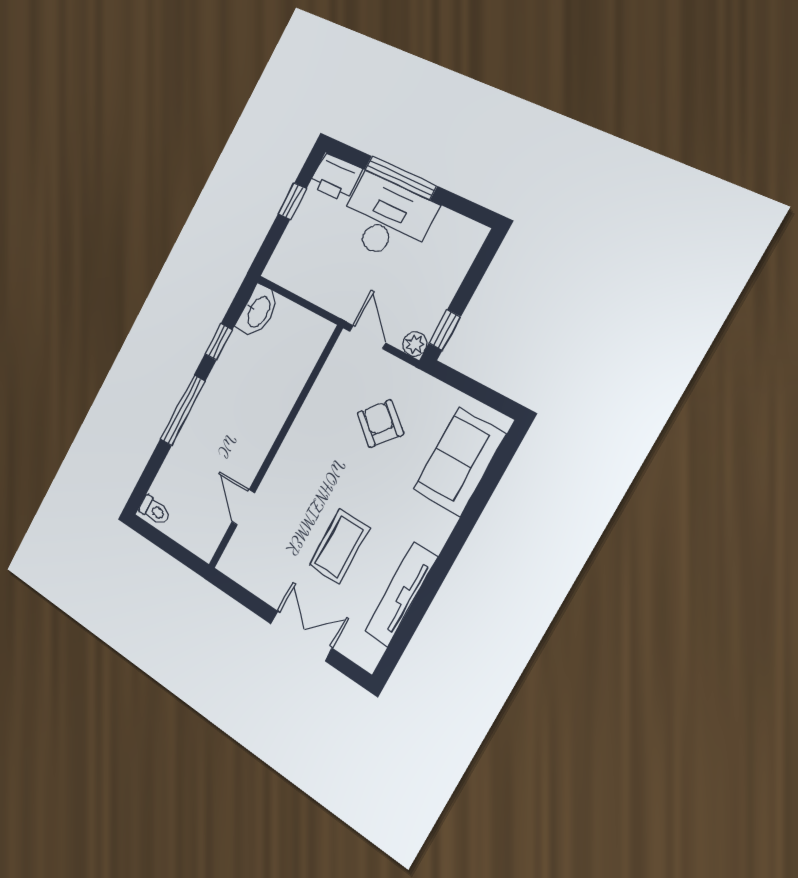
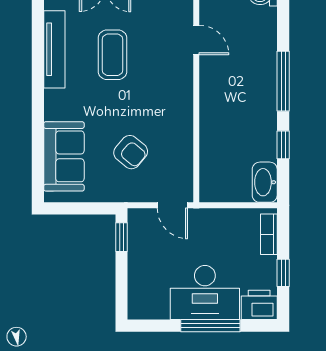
bookcase: (284, 251) -> (269, 234), added
plant: (415, 344) -> (137, 217), removed

